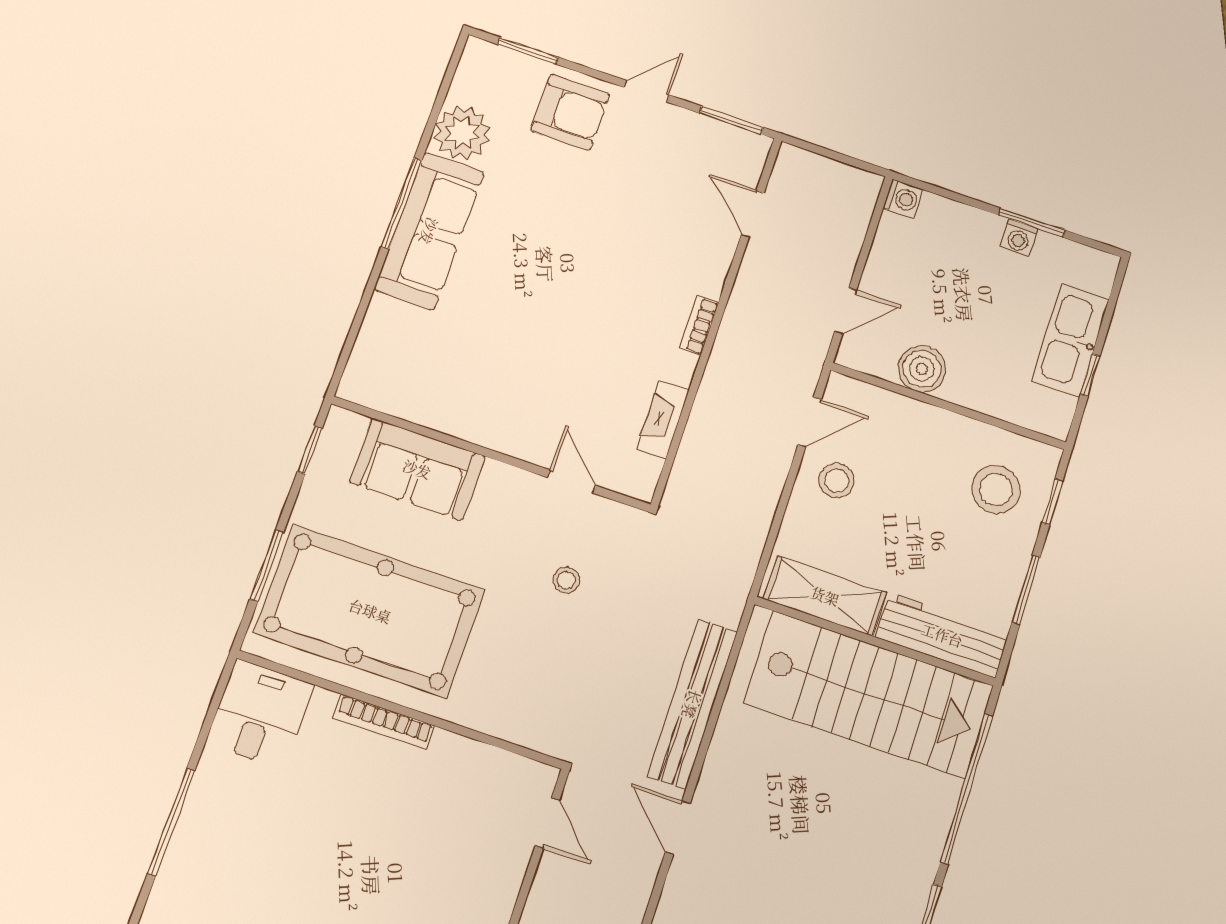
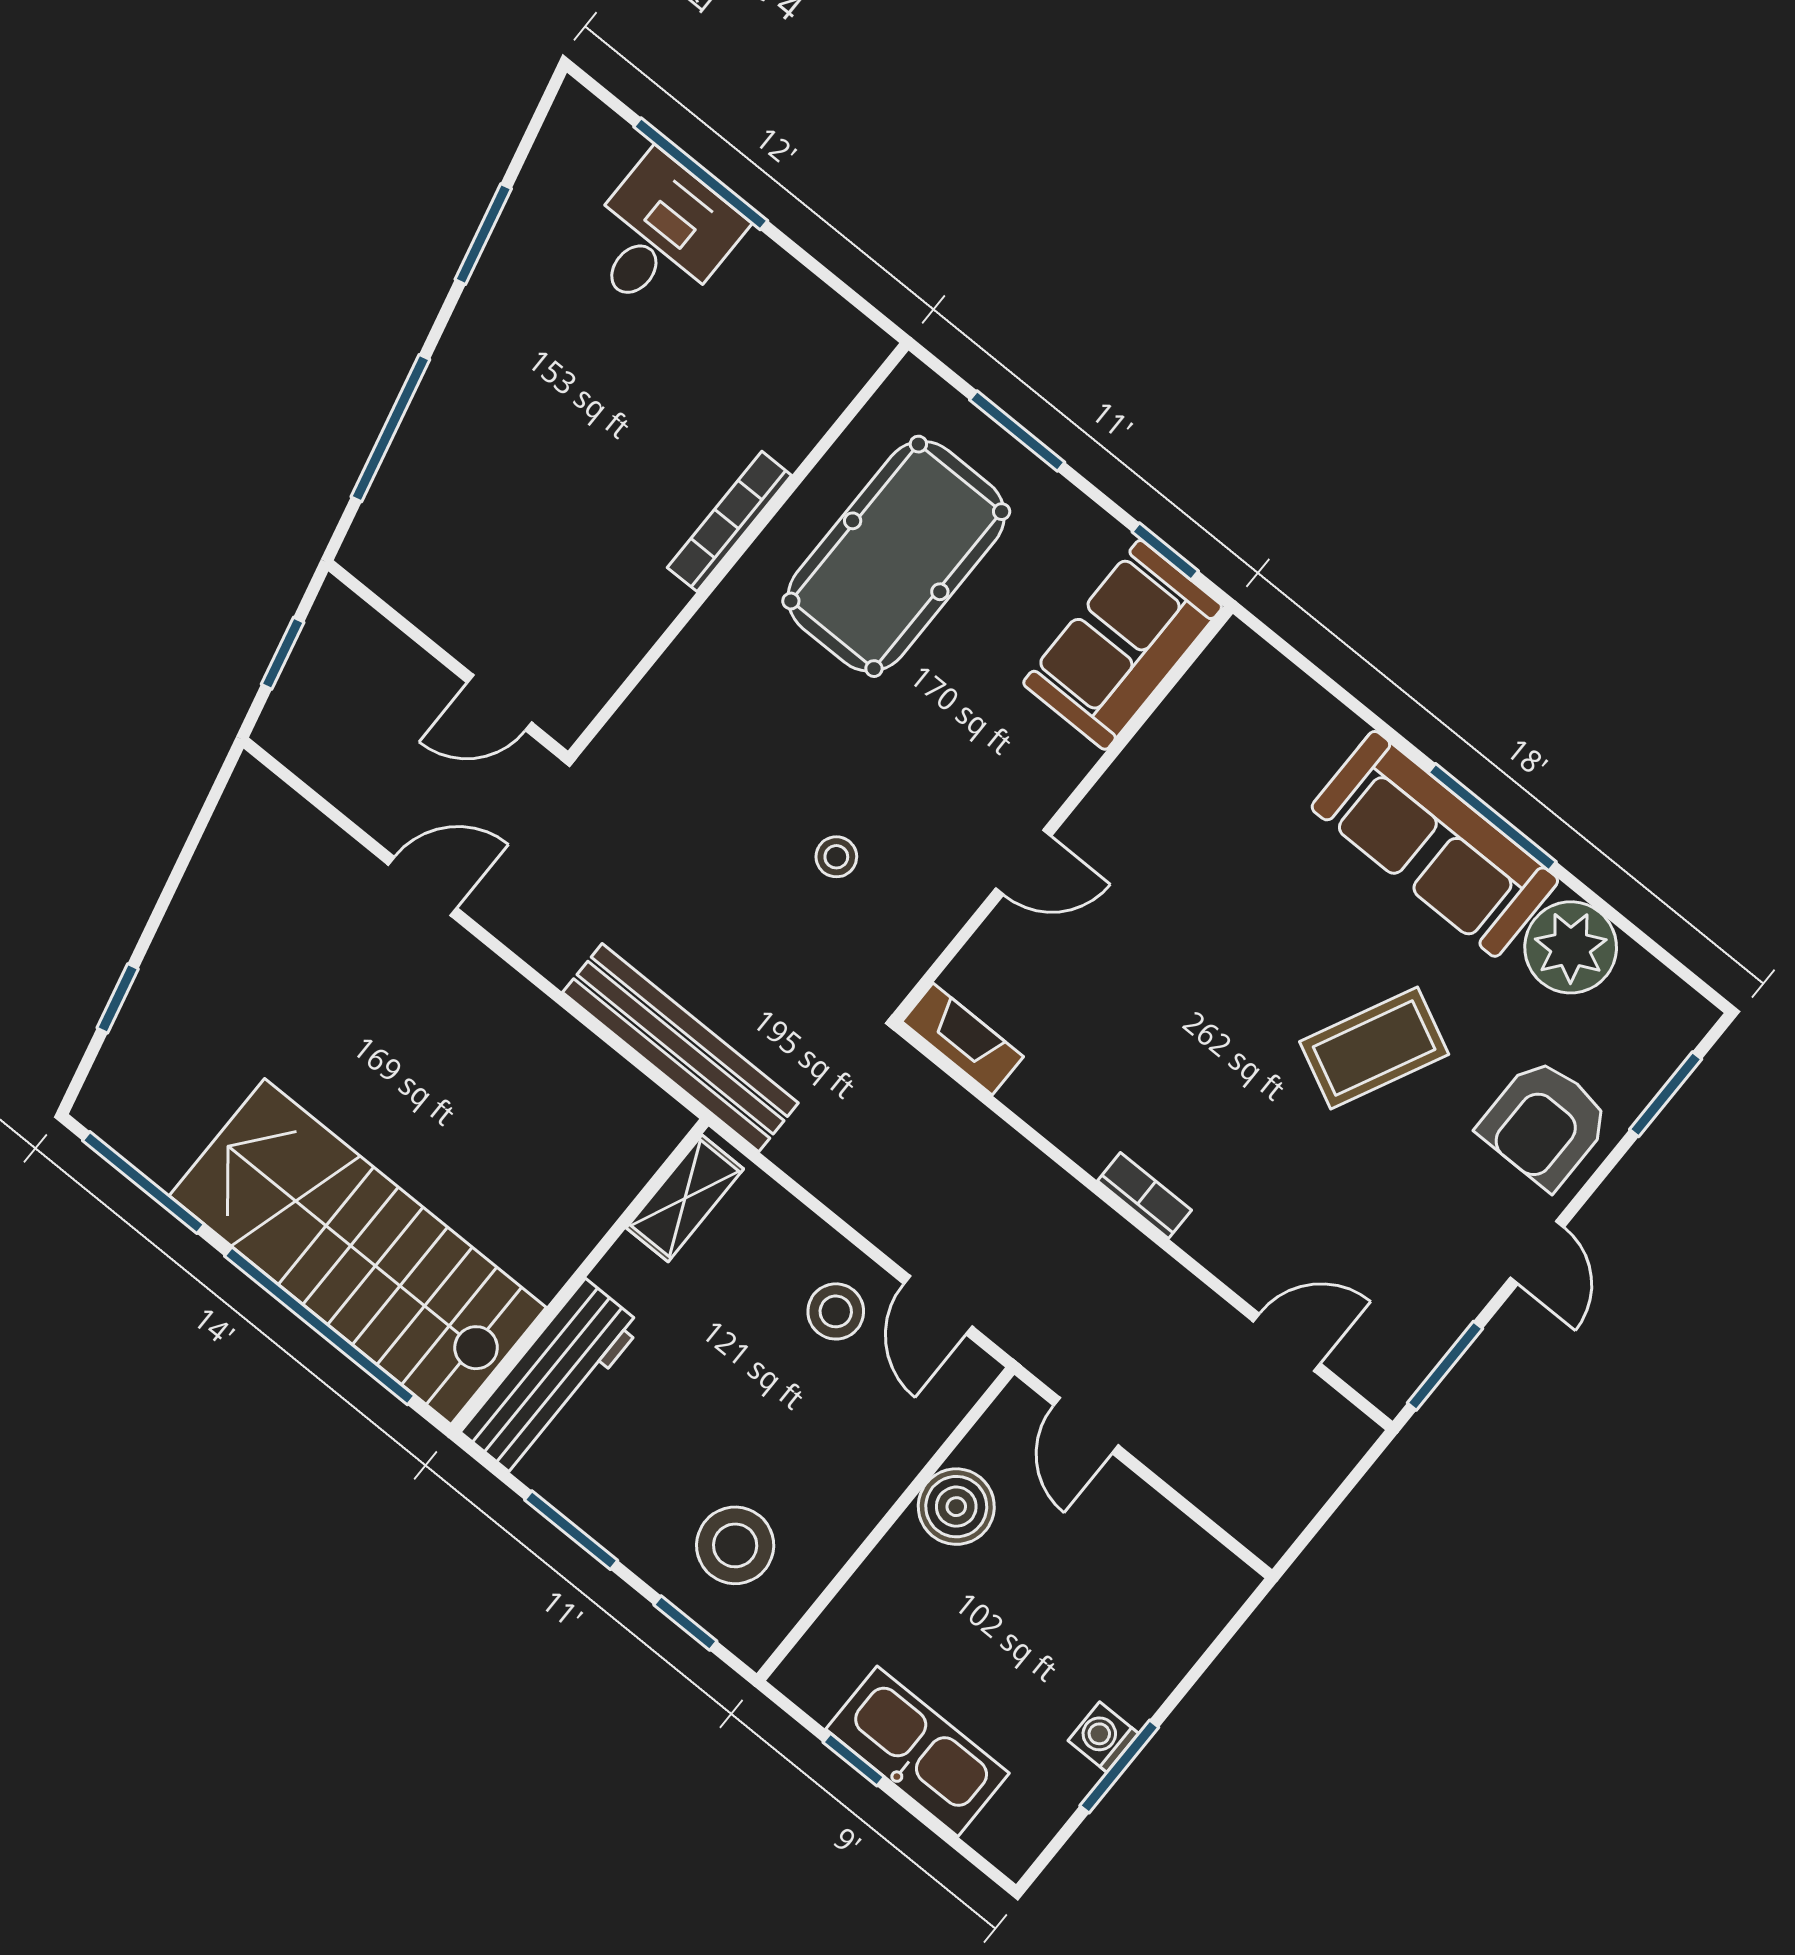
washing machine: (903, 199) -> (1228, 1582), removed
coffee table: (563, 224) -> (1374, 1048), added
fireplace: (663, 420) -> (963, 1039), moved
sofa: (417, 469) -> (1123, 645), moved
door: (571, 481) -> (1023, 862), moved
shelving: (825, 596) -> (685, 1198), width x0.67, depth x0.75
pool table: (370, 611) -> (896, 556), width x0.73, depth x0.76
stairs: (869, 695) -> (358, 1252), moved, turned 90
bench: (692, 704) -> (680, 1048), moved
desk: (260, 714) -> (660, 236), moved, turned -90

